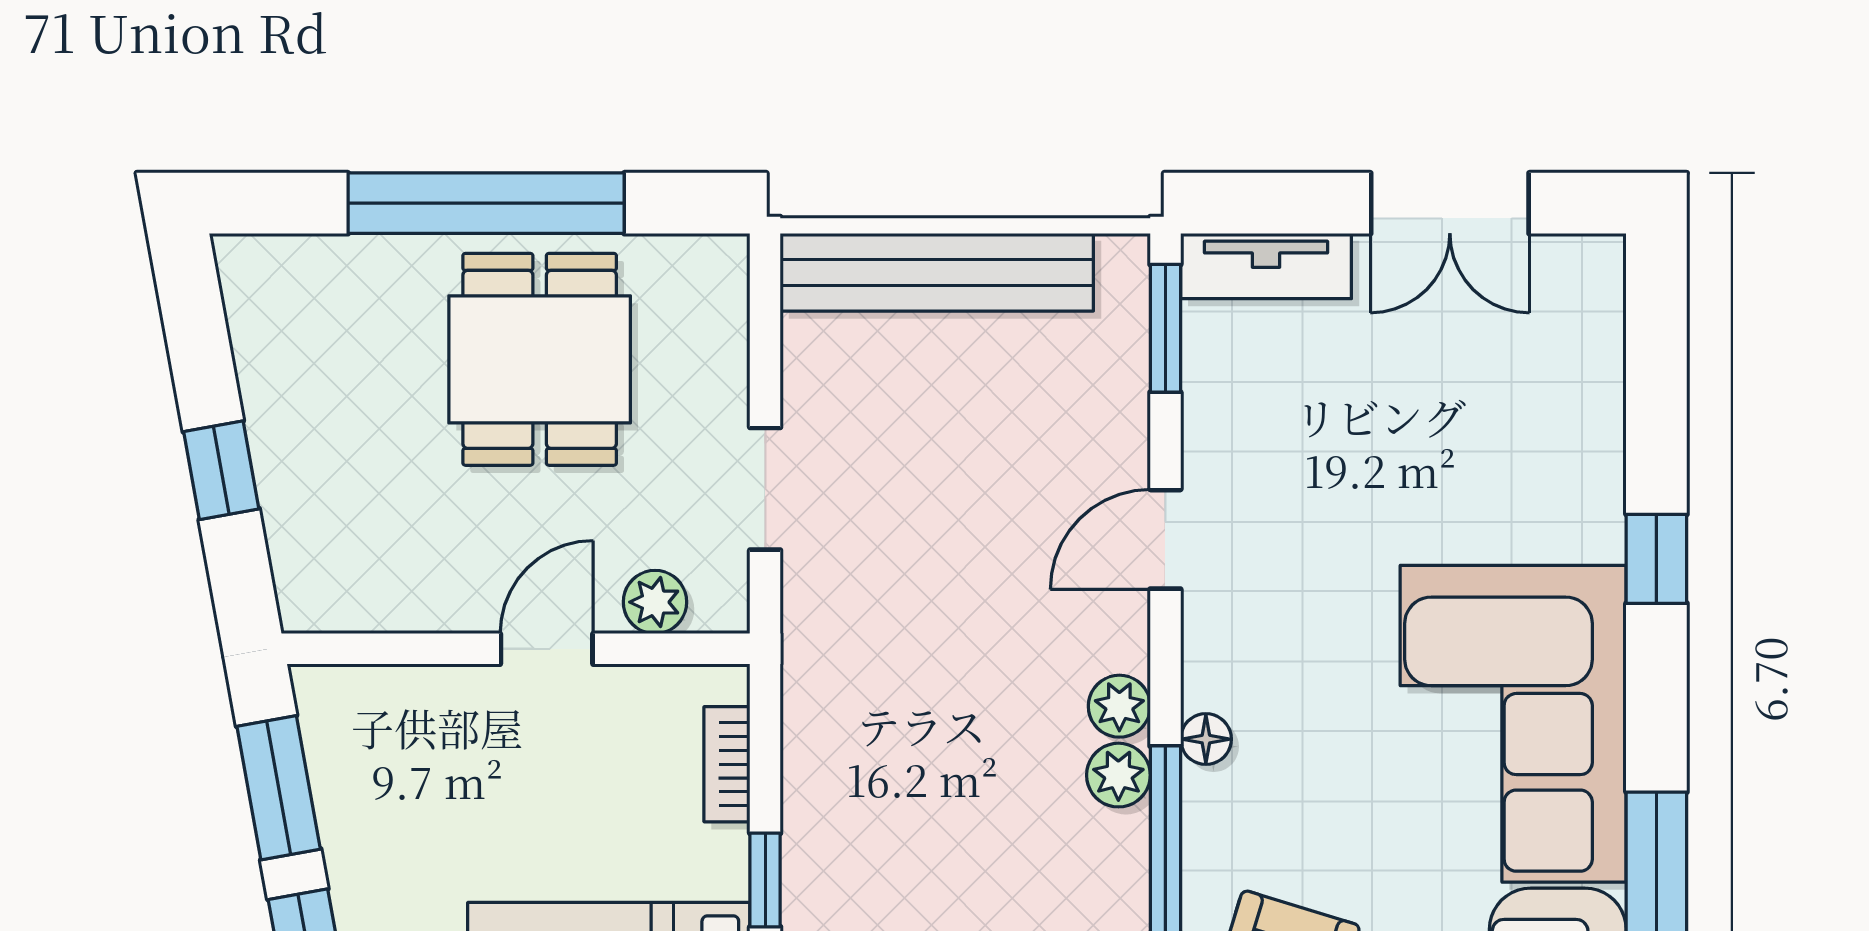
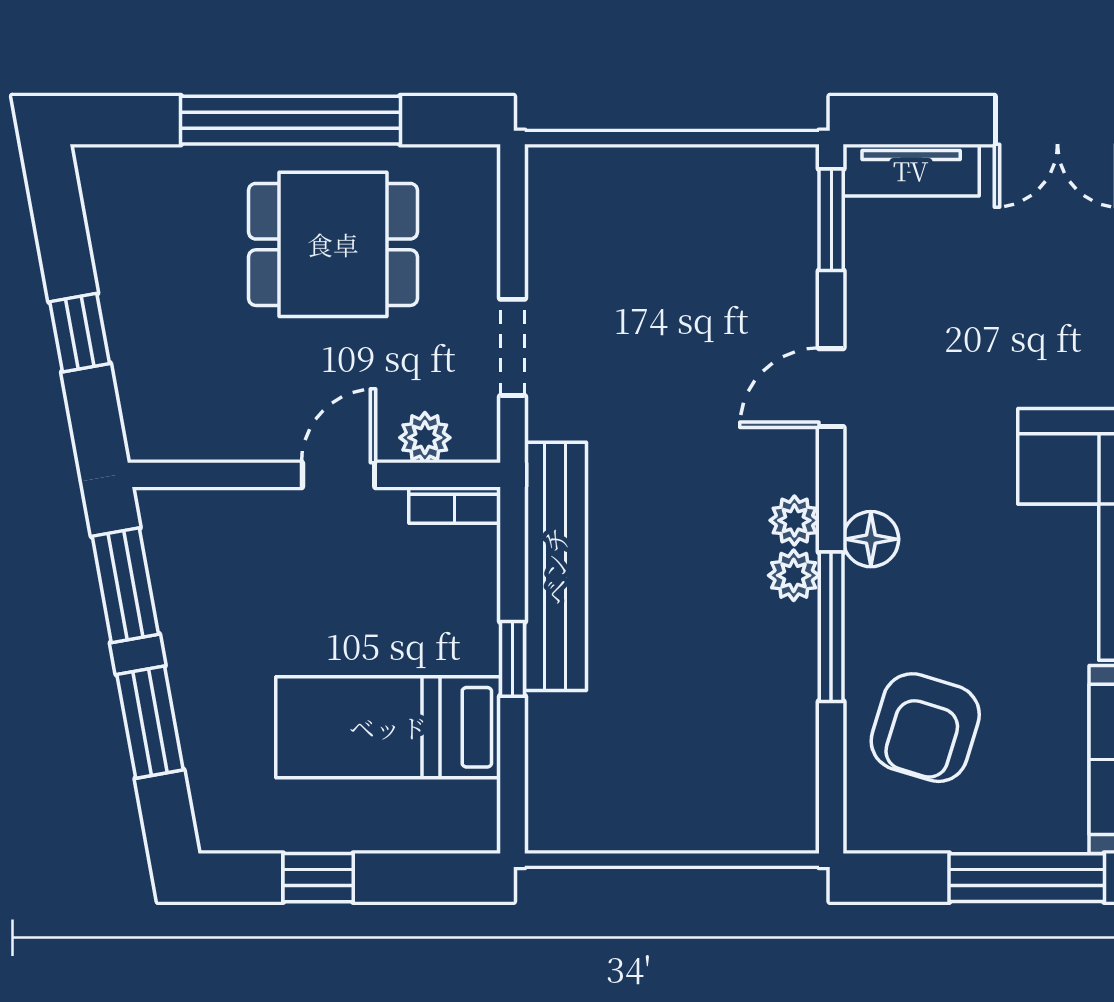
bench: (937, 272) -> (555, 566), moved, turned 90
dining table: (540, 359) -> (333, 244), turned 90
floor lamp: (1206, 739) -> (871, 539), width x1.37, depth x1.37
bookcase: (727, 764) -> (455, 505), moved, turned -90

